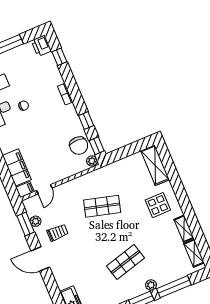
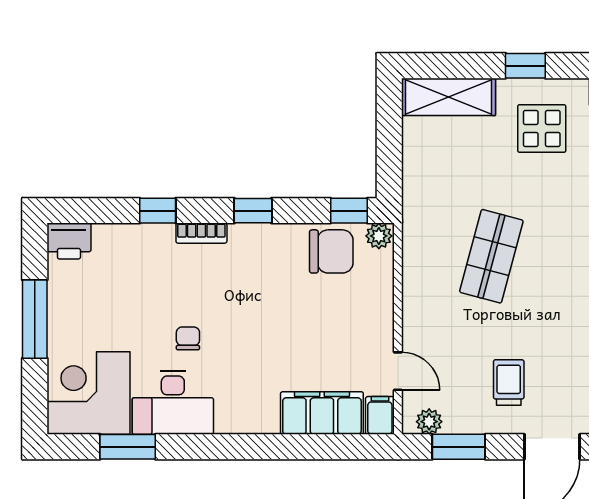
window: (59, 57) -> (158, 211), moved
window: (86, 121) -> (253, 211), moved
window: (179, 189) -> (525, 66), added
plant: (36, 221) -> (429, 422), moved

